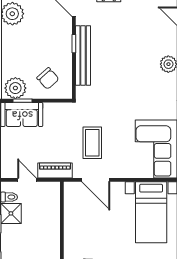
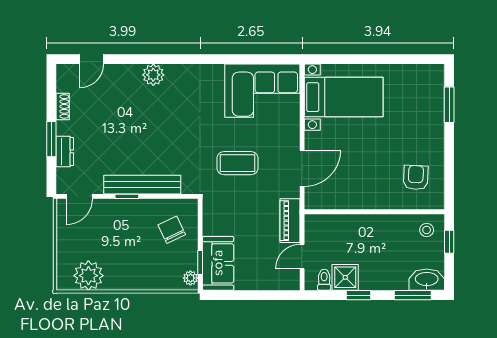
chair: (48, 78) -> (172, 230), turned -74
plant: (15, 88) -> (190, 278), width x0.53, depth x0.53
coffee table: (92, 143) -> (238, 163), moved

